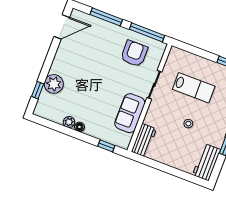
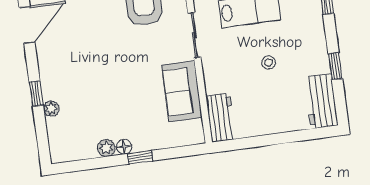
plant: (54, 84) -> (51, 109), width x0.53, depth x0.53
window: (38, 90) -> (36, 93), moved
window: (106, 146) -> (140, 157), moved

